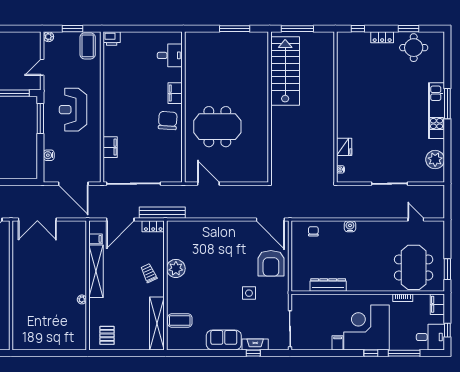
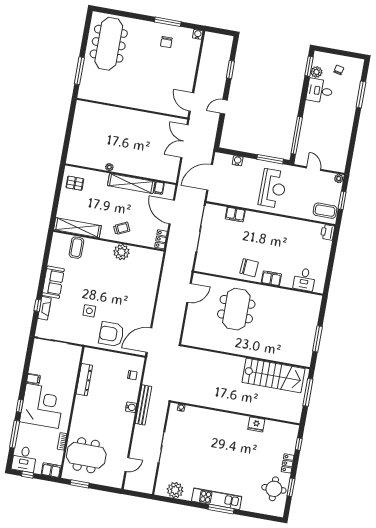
reception desk: (73, 110) -> (273, 188), turned 90
fridge: (344, 147) -> (256, 424), moved
bench: (162, 213) -> (143, 405), moved

